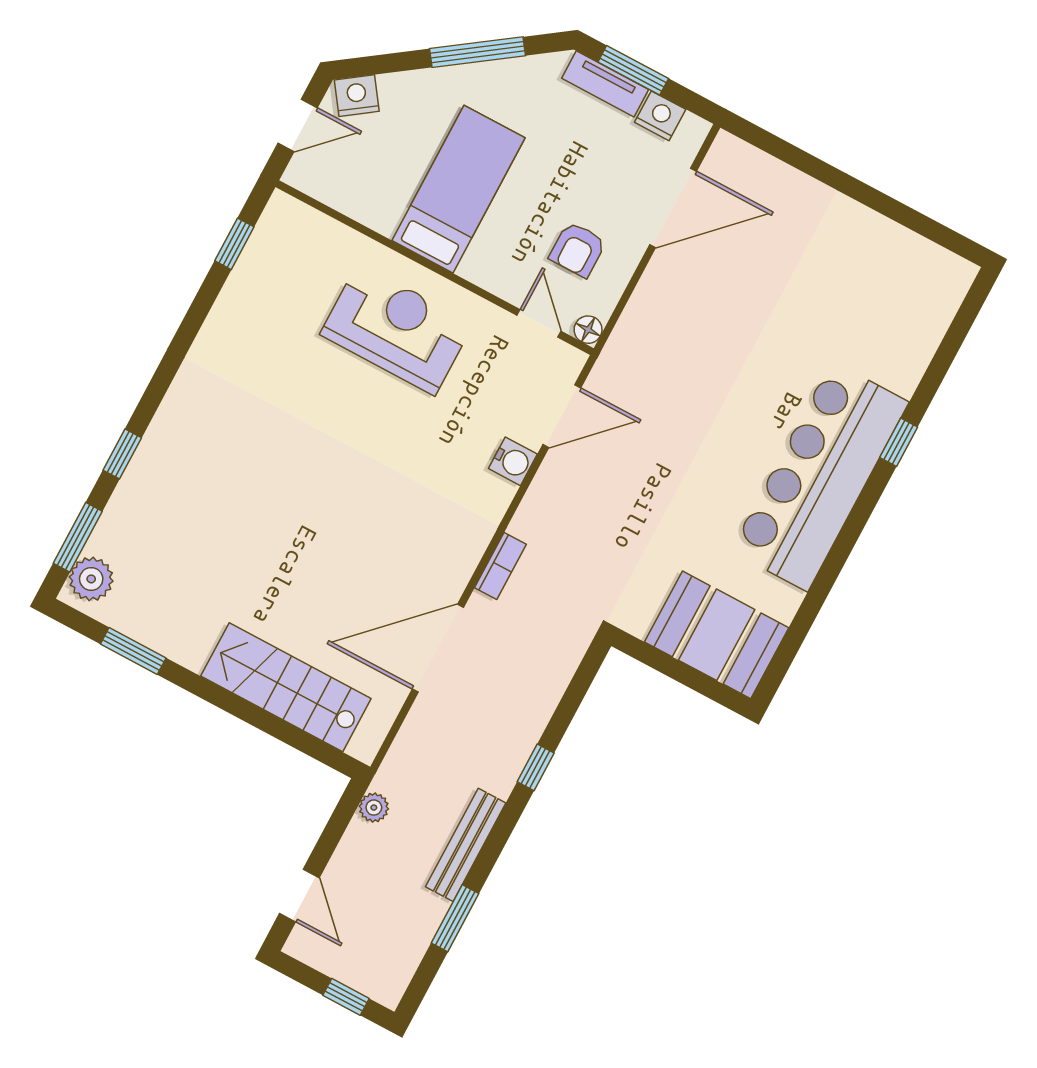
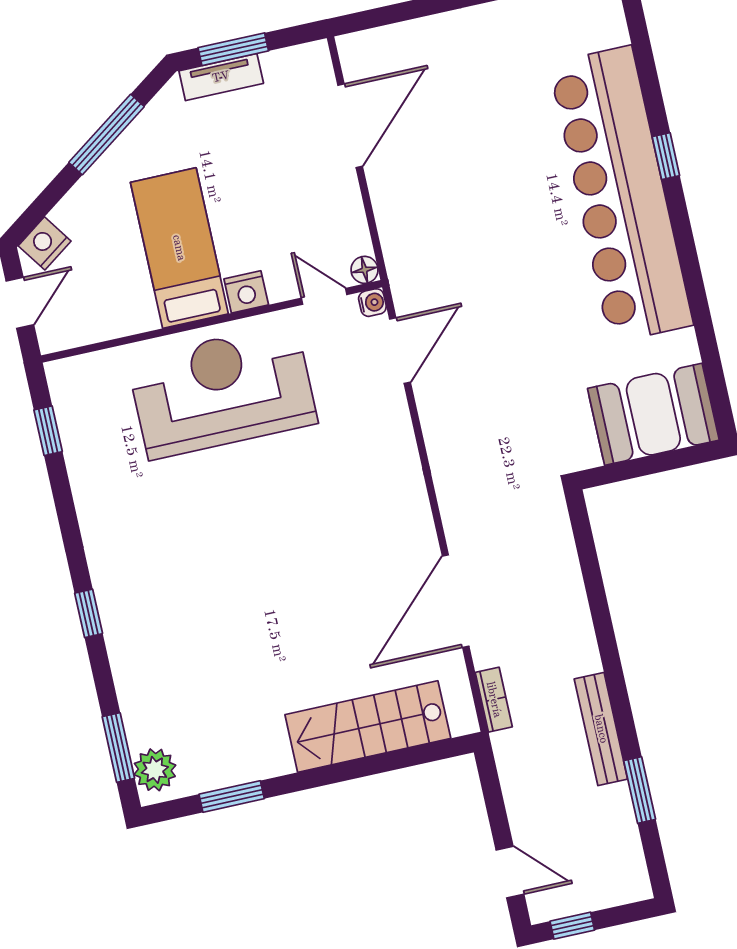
nightstand: (660, 116) -> (246, 292), moved, turned 180
armchair: (578, 250) -> (306, 217), removed
reception desk: (396, 329) -> (222, 391), width x1.36, depth x1.30
window: (122, 454) -> (89, 613), moved
water cooler: (513, 461) -> (372, 303), moved, width x0.72, depth x0.72
bar counter: (820, 476) -> (621, 194), width x1.36
bookcase: (500, 566) -> (494, 700), moved
window: (536, 767) -> (604, 627), removed
plant: (374, 808) -> (509, 760), removed
window: (346, 997) -> (572, 926), moved

